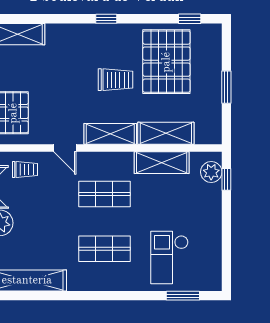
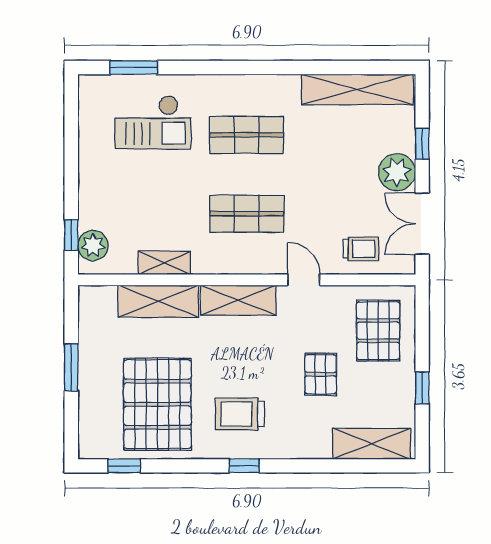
trolley: (115, 80) -> (240, 414), moved
pallet: (53, 82) -> (321, 374), added
shelving: (162, 163) -> (164, 263), width x0.67, depth x0.75
trolley: (25, 170) -> (361, 249), turned 180
checkout: (169, 257) -> (153, 122), turned 90

